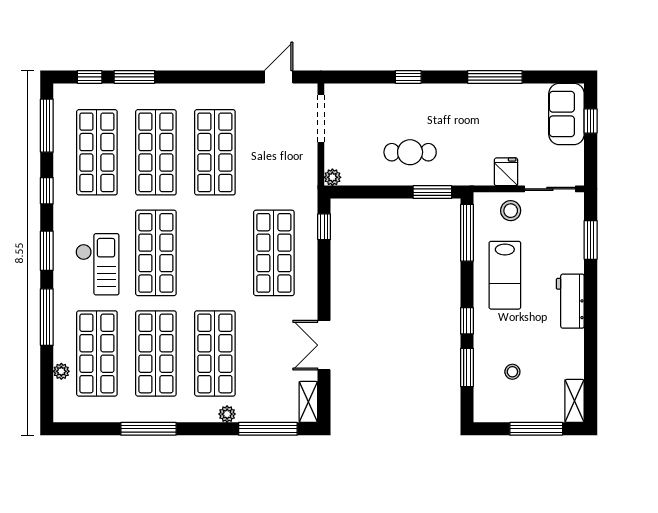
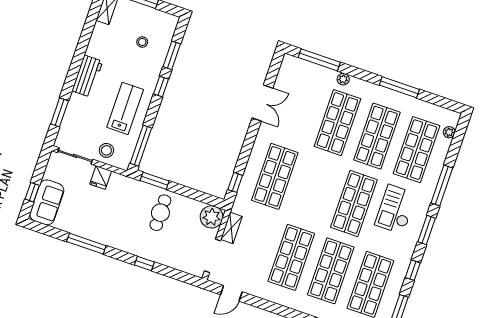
cafe table: (410, 152) -> (160, 213), turned 90
plant: (332, 177) -> (212, 217), width x1.88, depth x1.88
plant: (61, 371) -> (449, 132), moved
shelving: (308, 402) -> (231, 228), moved

